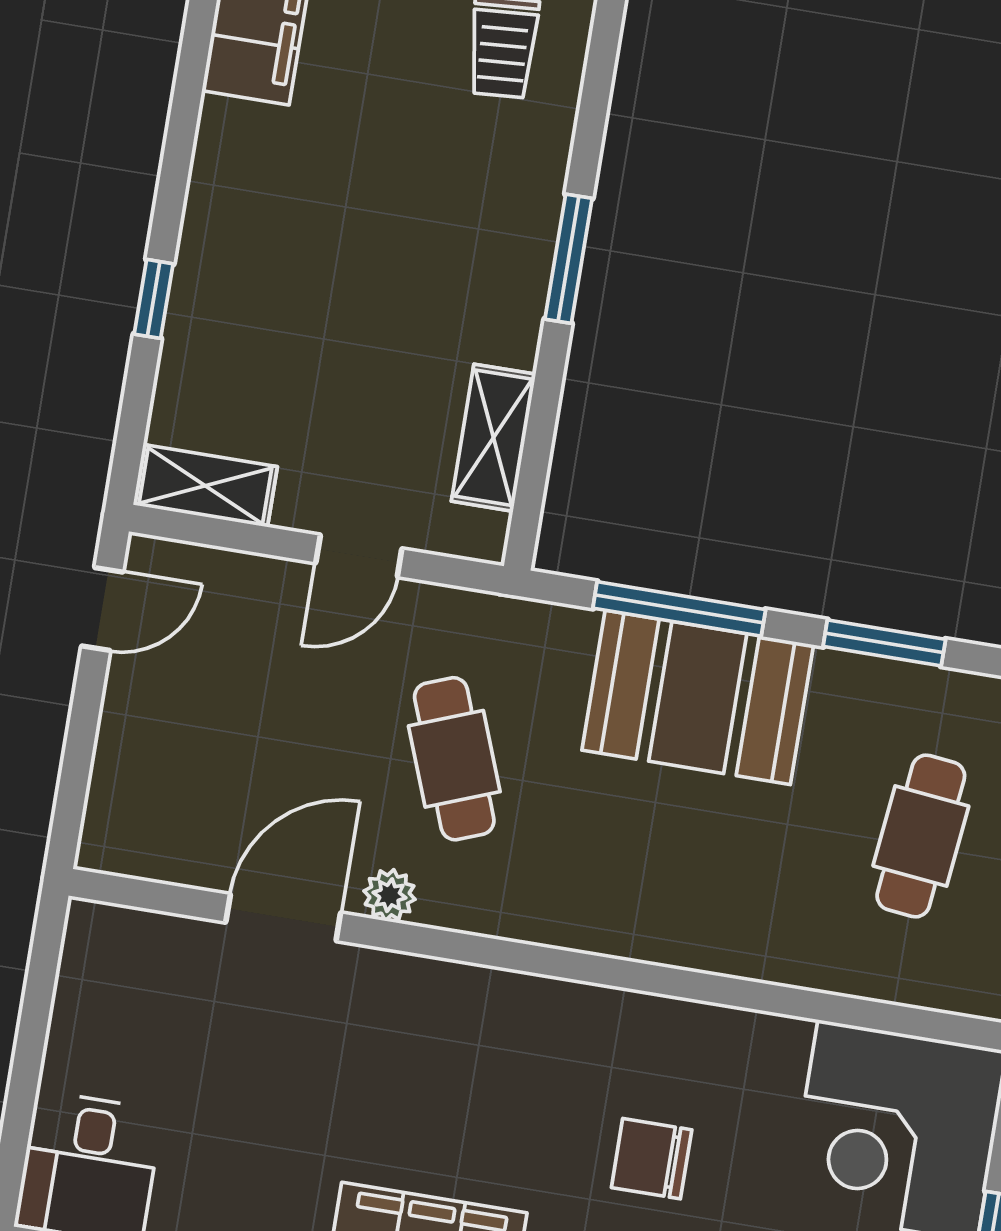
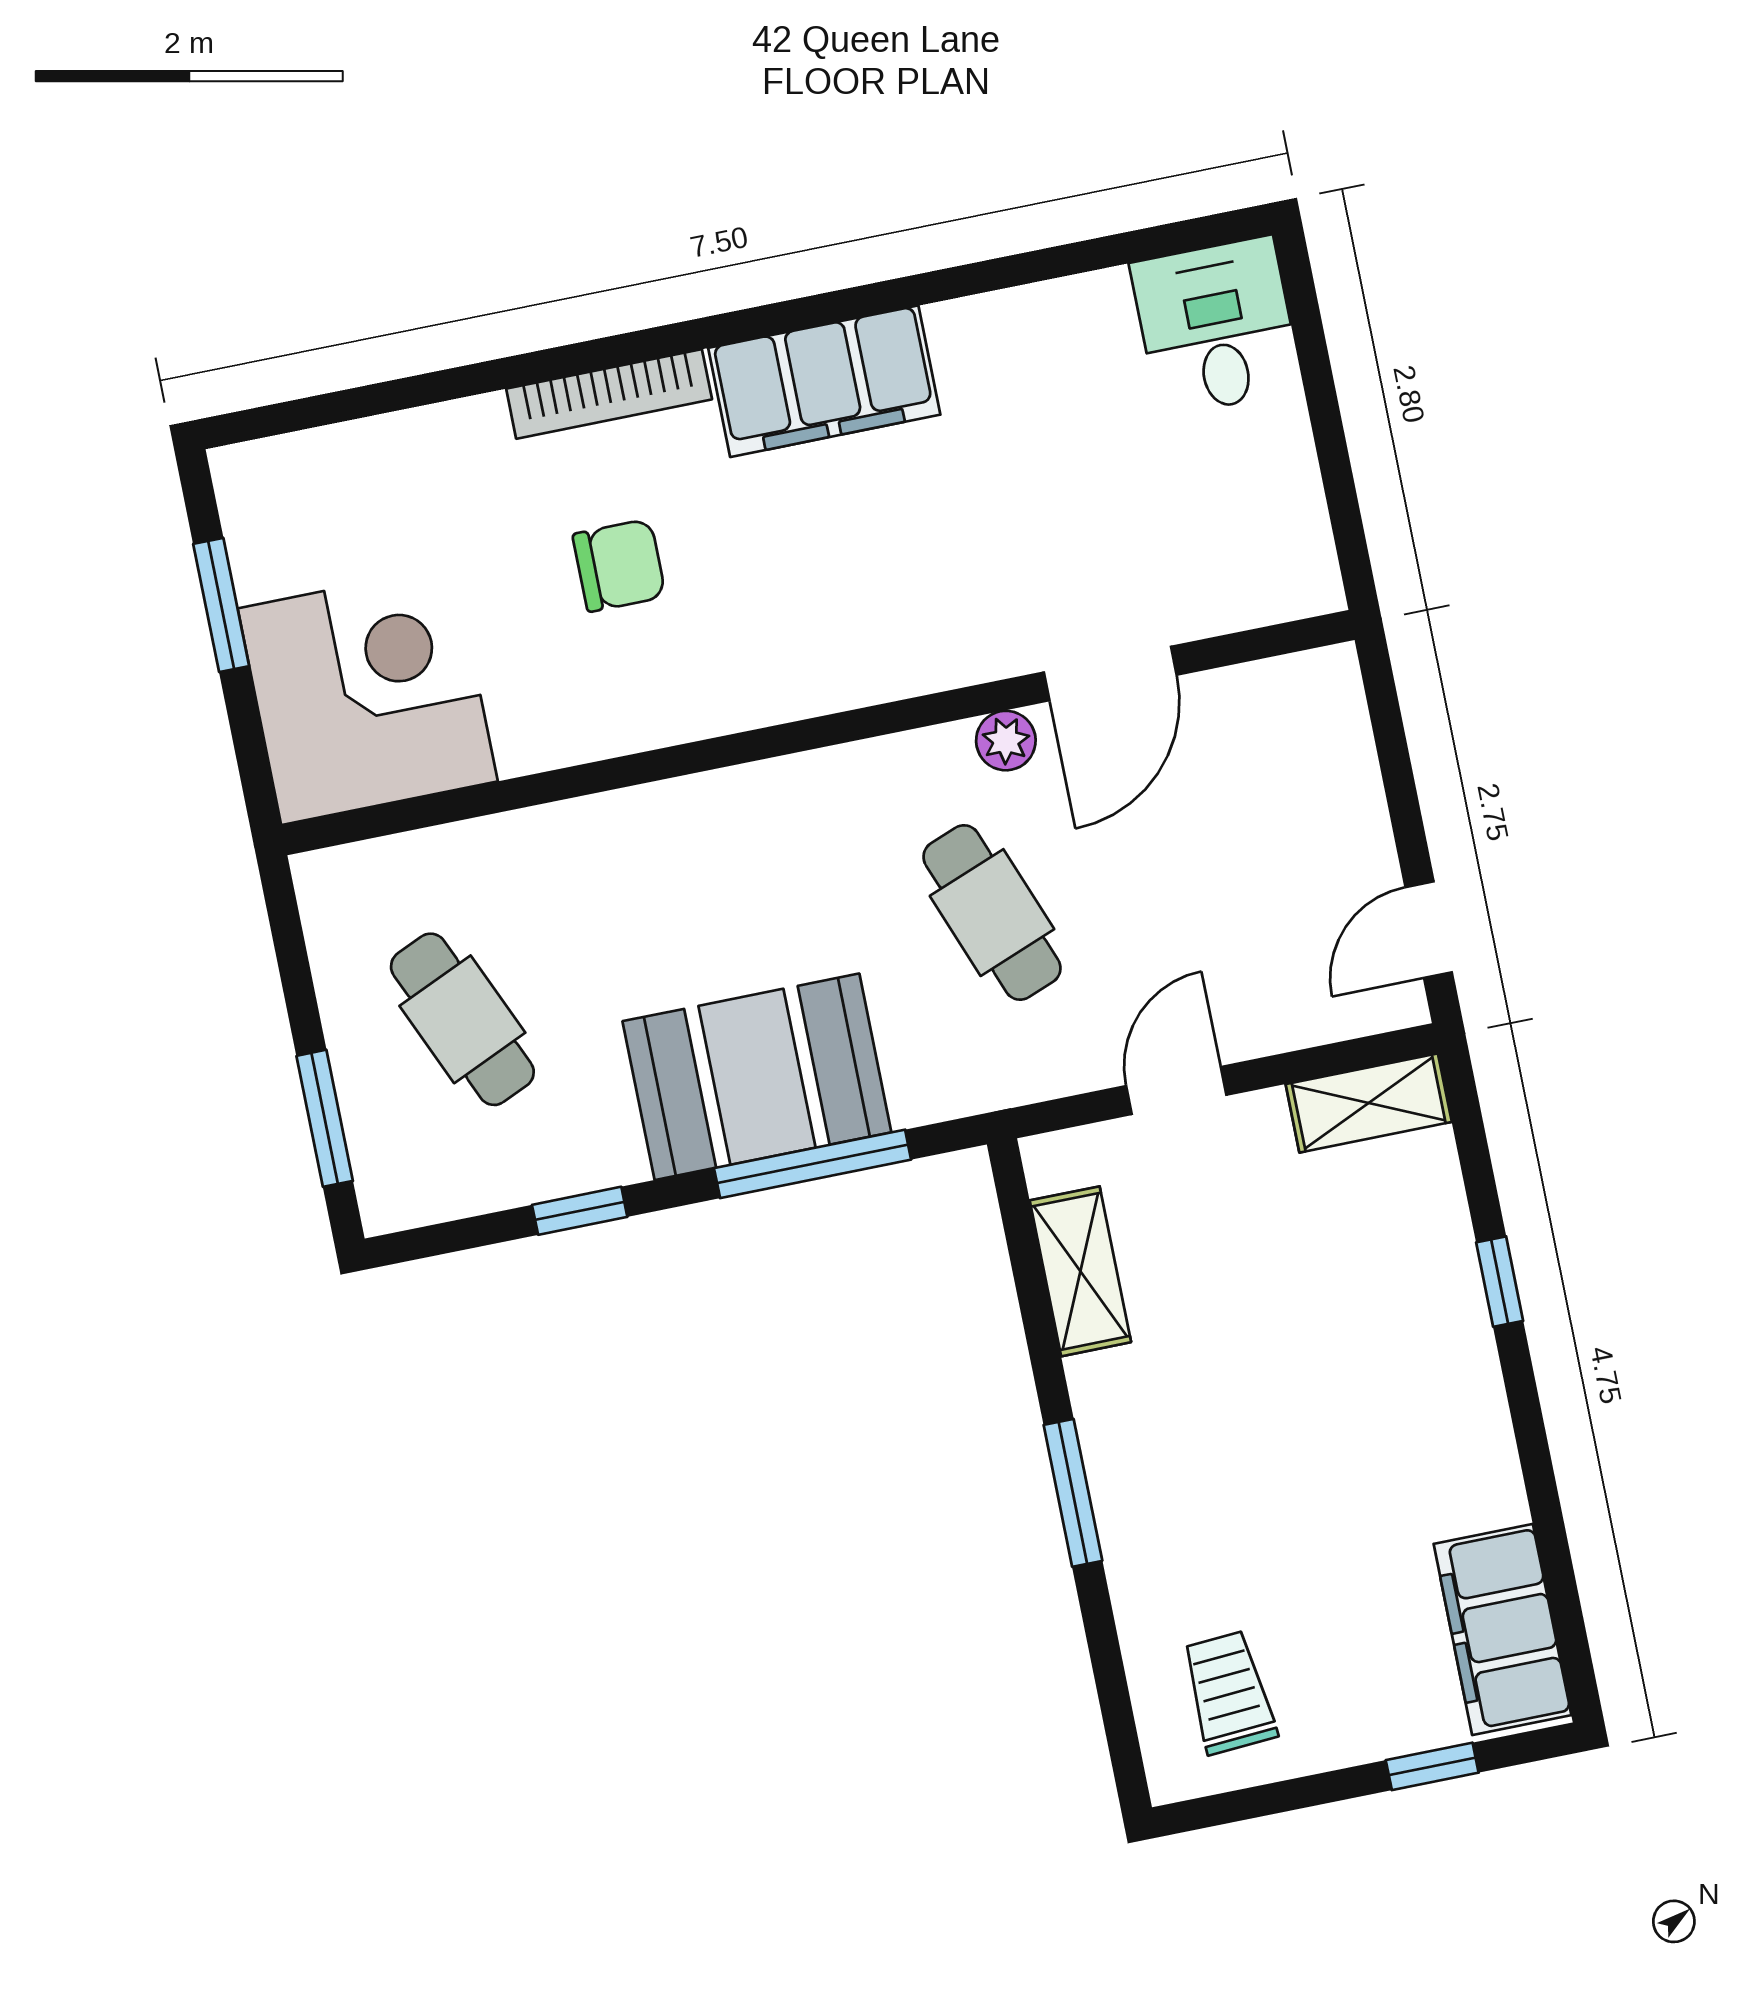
window: (884, 643) -> (580, 1211), width x0.67
cafe table: (921, 836) -> (462, 1019), turned -30

